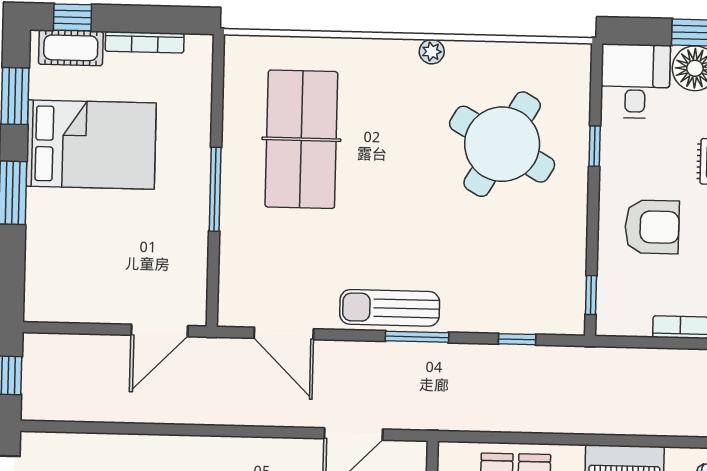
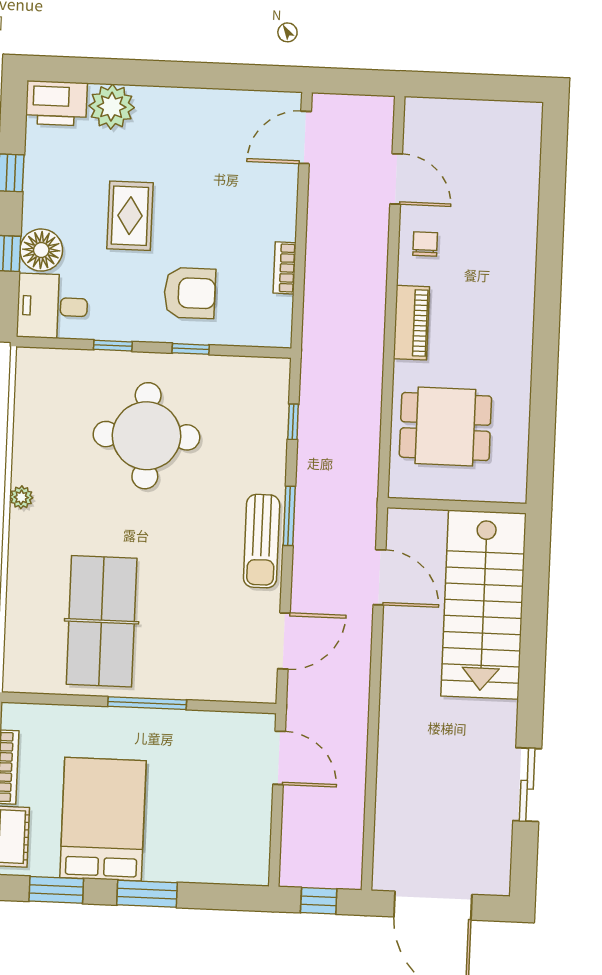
table tennis table: (301, 139) -> (102, 621), turned 90
round table: (502, 144) -> (146, 436), moved, turned -30
armchair: (652, 227) -> (190, 293), turned 90
window: (591, 295) -> (191, 349), moved

